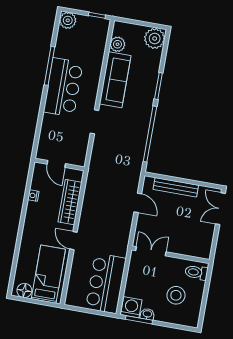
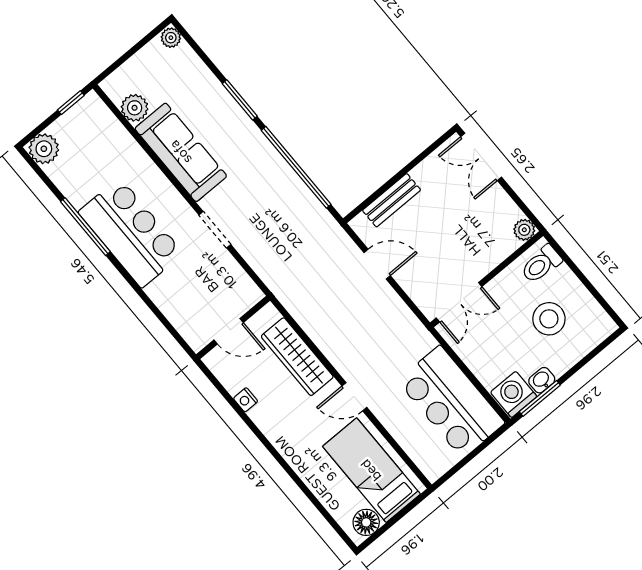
plant: (155, 38) -> (171, 38), width x0.53, depth x0.53
bench: (176, 187) -> (392, 200), width x0.73
double door: (151, 251) -> (459, 302), swing flipped
plant: (205, 253) -> (524, 230), added

